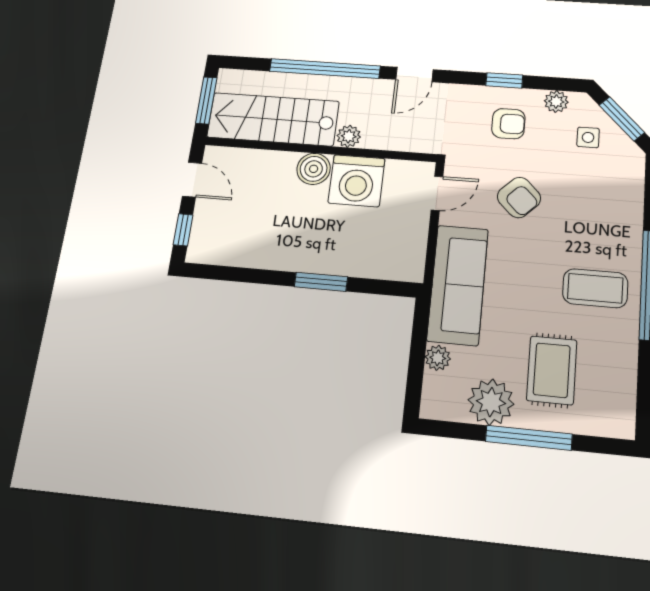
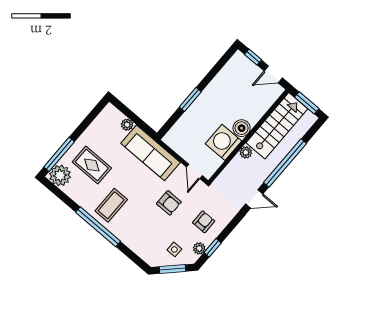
door: (414, 74) -> (254, 199), swing flipped
window: (504, 80) -> (213, 248), moved
armchair: (508, 124) -> (204, 222), turned 180
armchair: (519, 197) -> (169, 203), turned -135
plant: (491, 402) -> (60, 175), moved
window: (529, 438) -> (59, 154), moved

